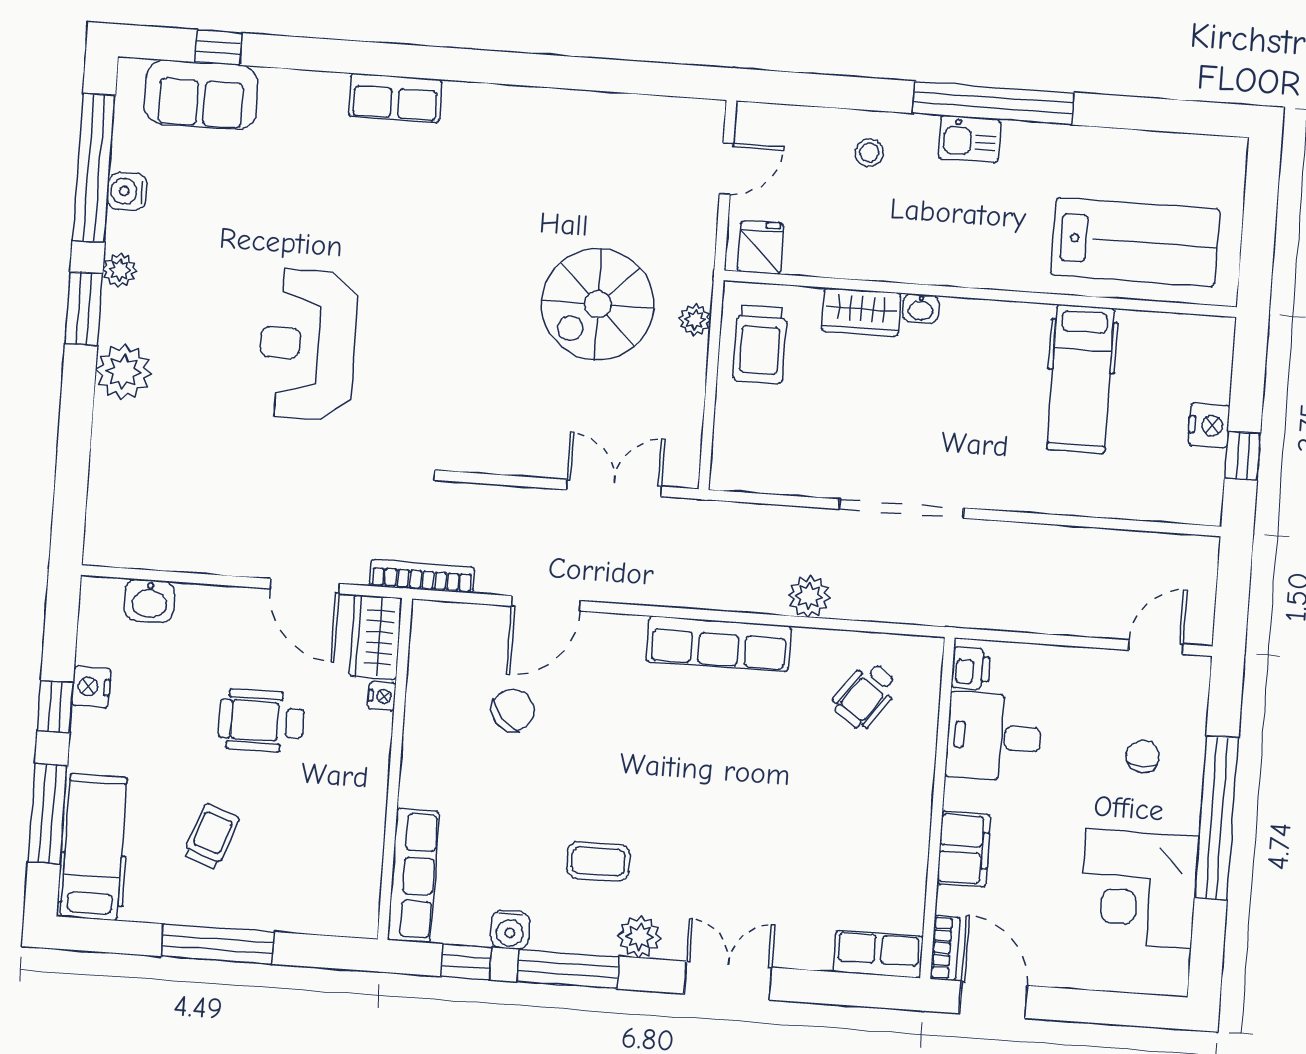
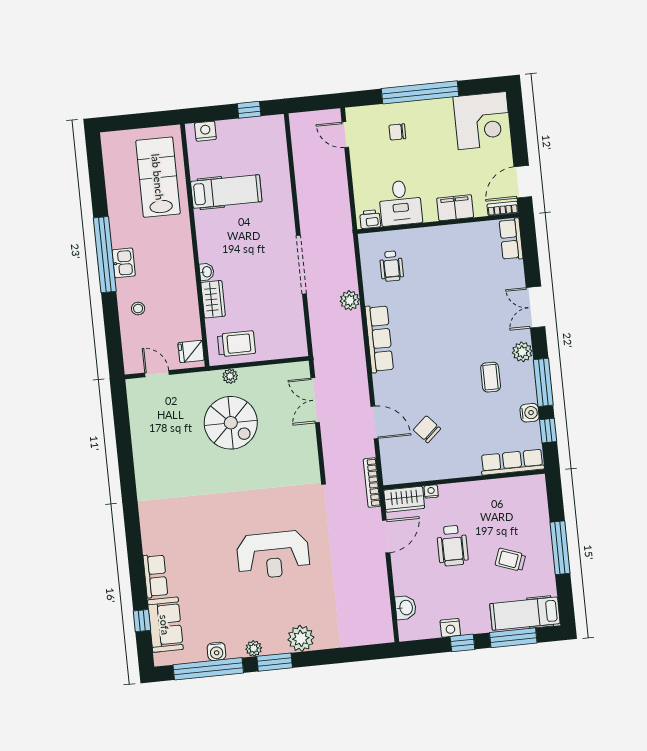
row of seats: (395, 98) -> (155, 576), moved
nightstand: (1209, 425) -> (205, 131), moved
wheelchair: (865, 695) -> (391, 266), turned 54
corner desk: (1139, 889) -> (482, 121), moved

